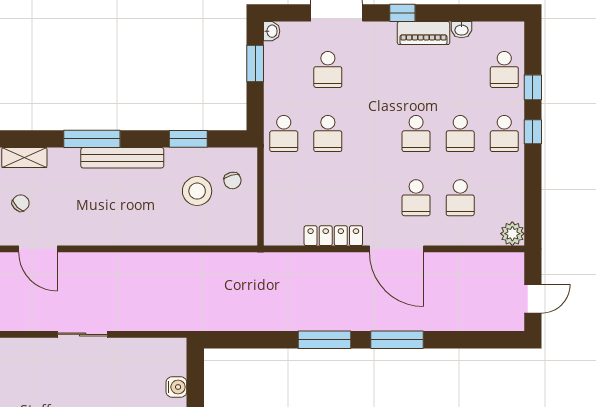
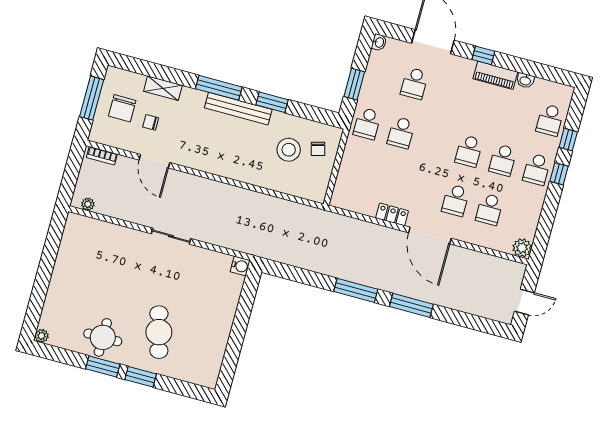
window: (255, 63) -> (354, 84), moved
window: (188, 139) -> (272, 102), moved
chair: (21, 203) -> (151, 122), turned -135
locker: (333, 236) -> (392, 214), width x0.66
water cooler: (176, 387) -> (240, 266), moved

